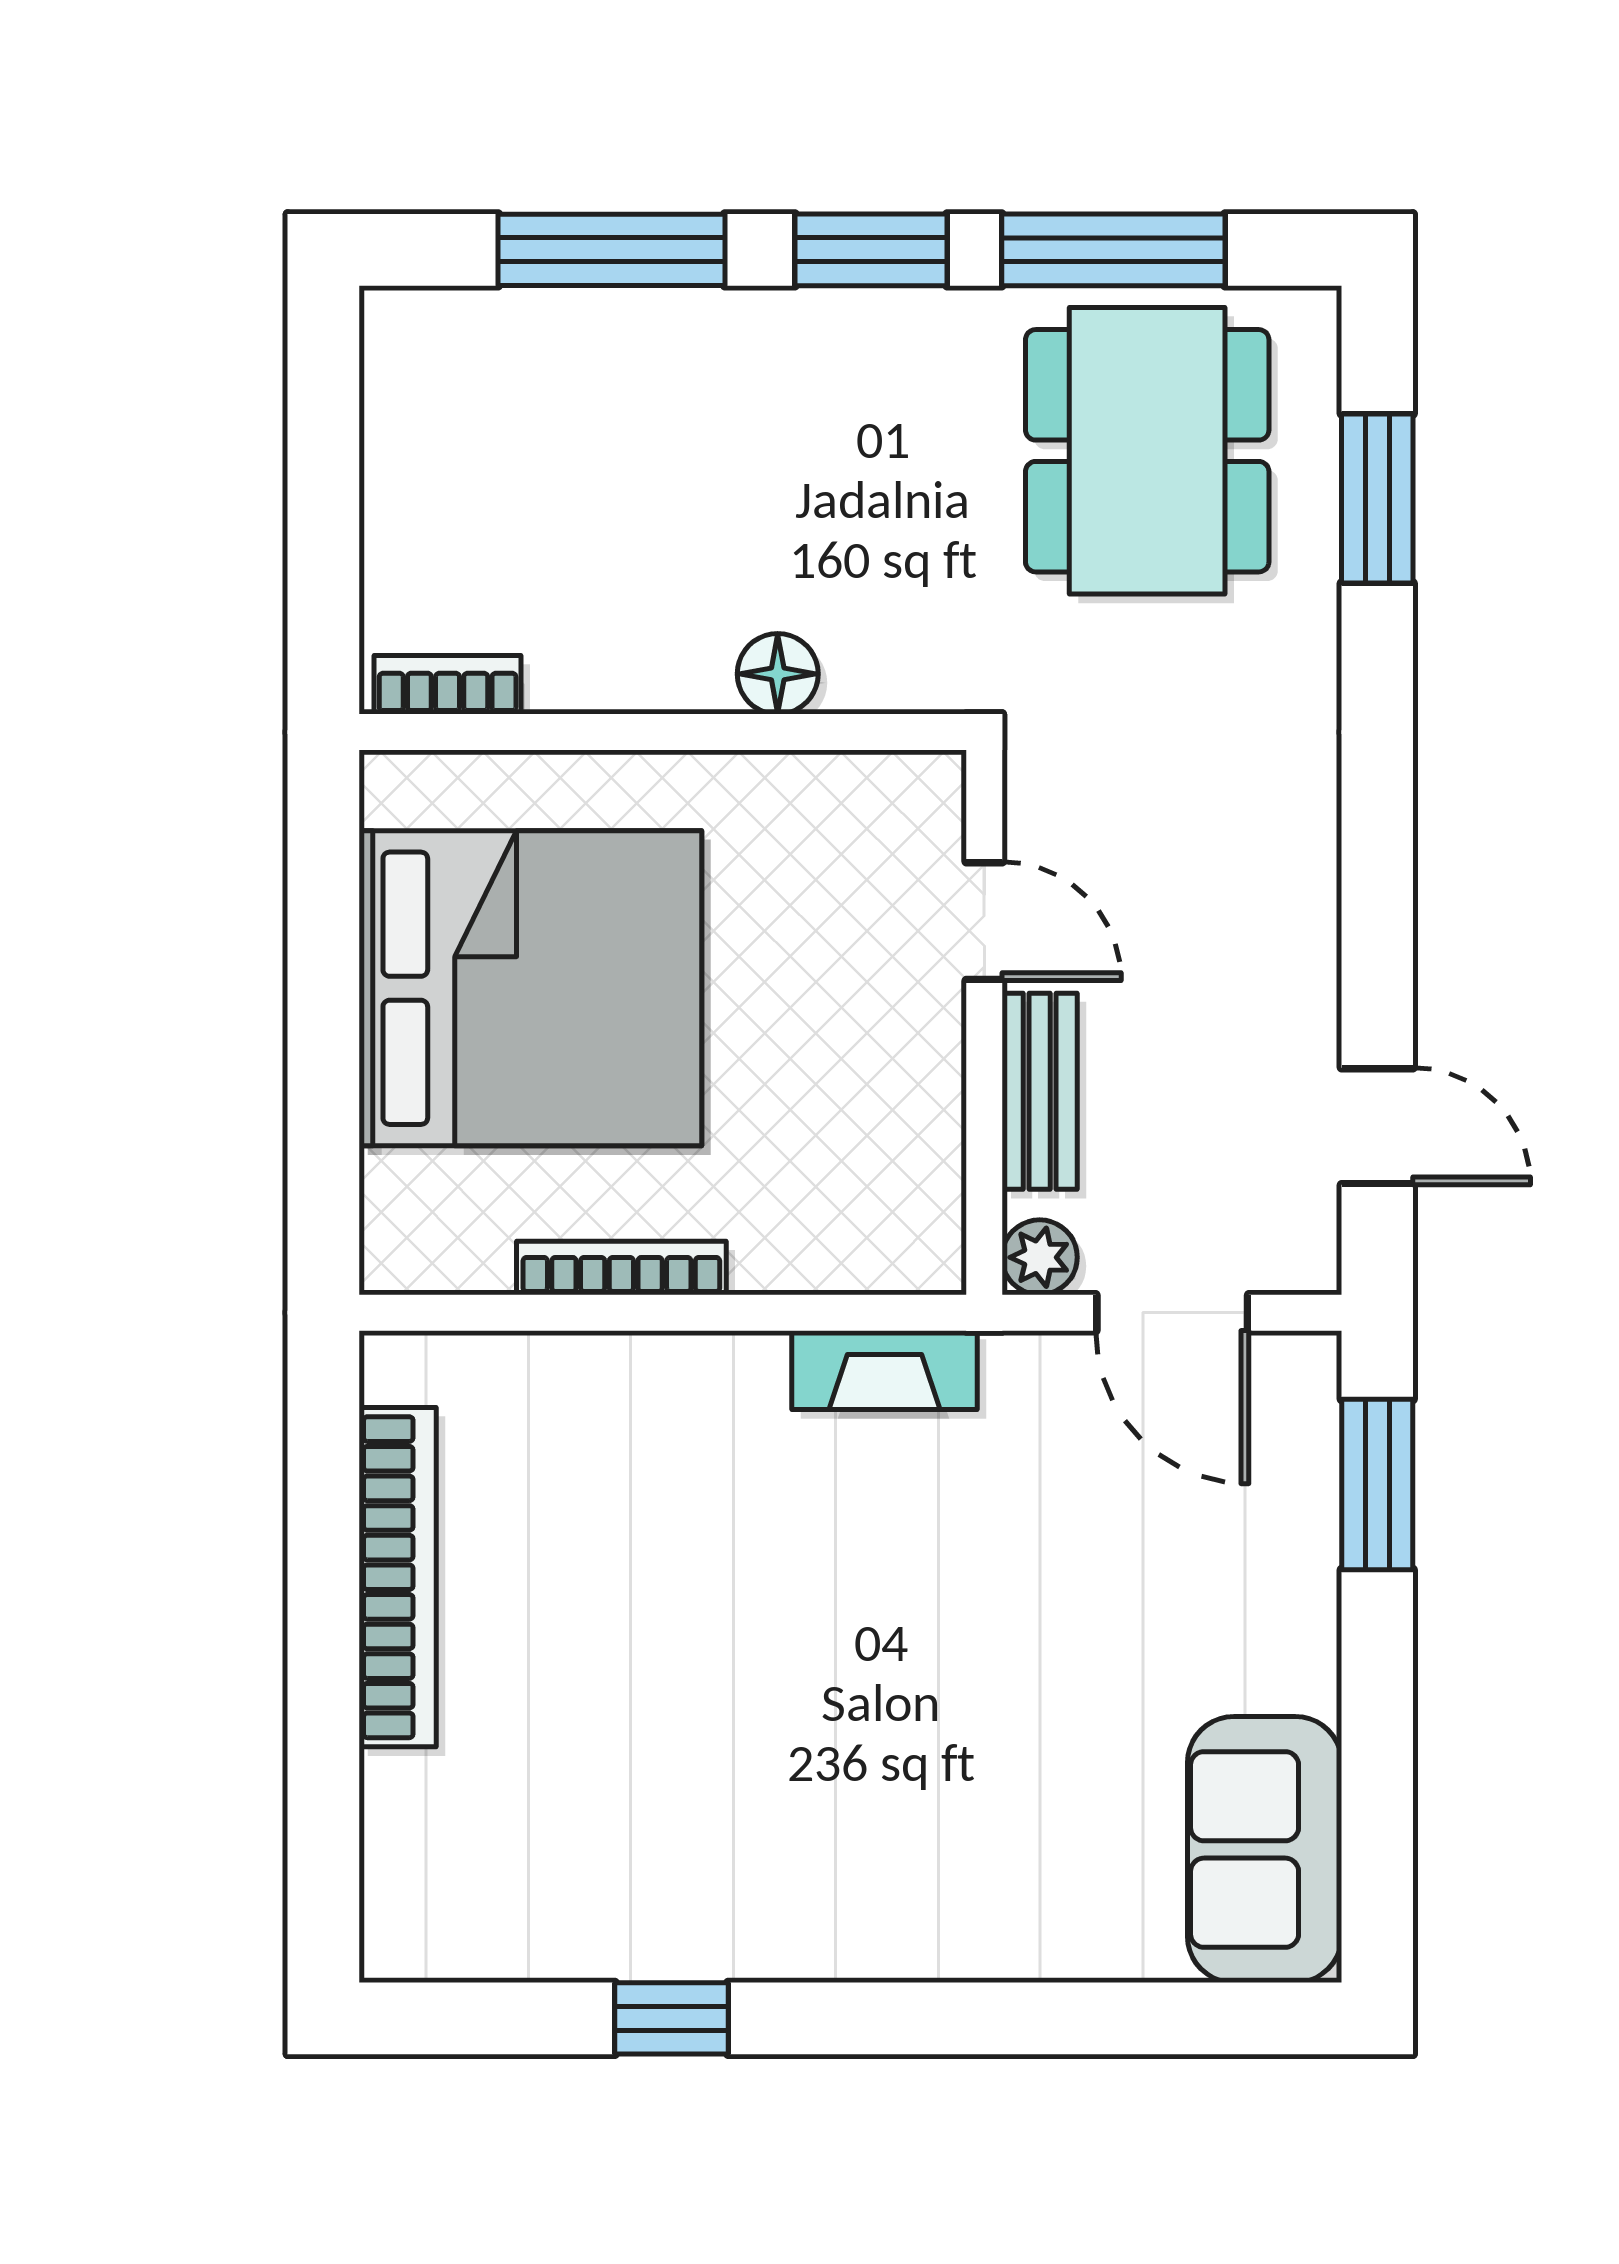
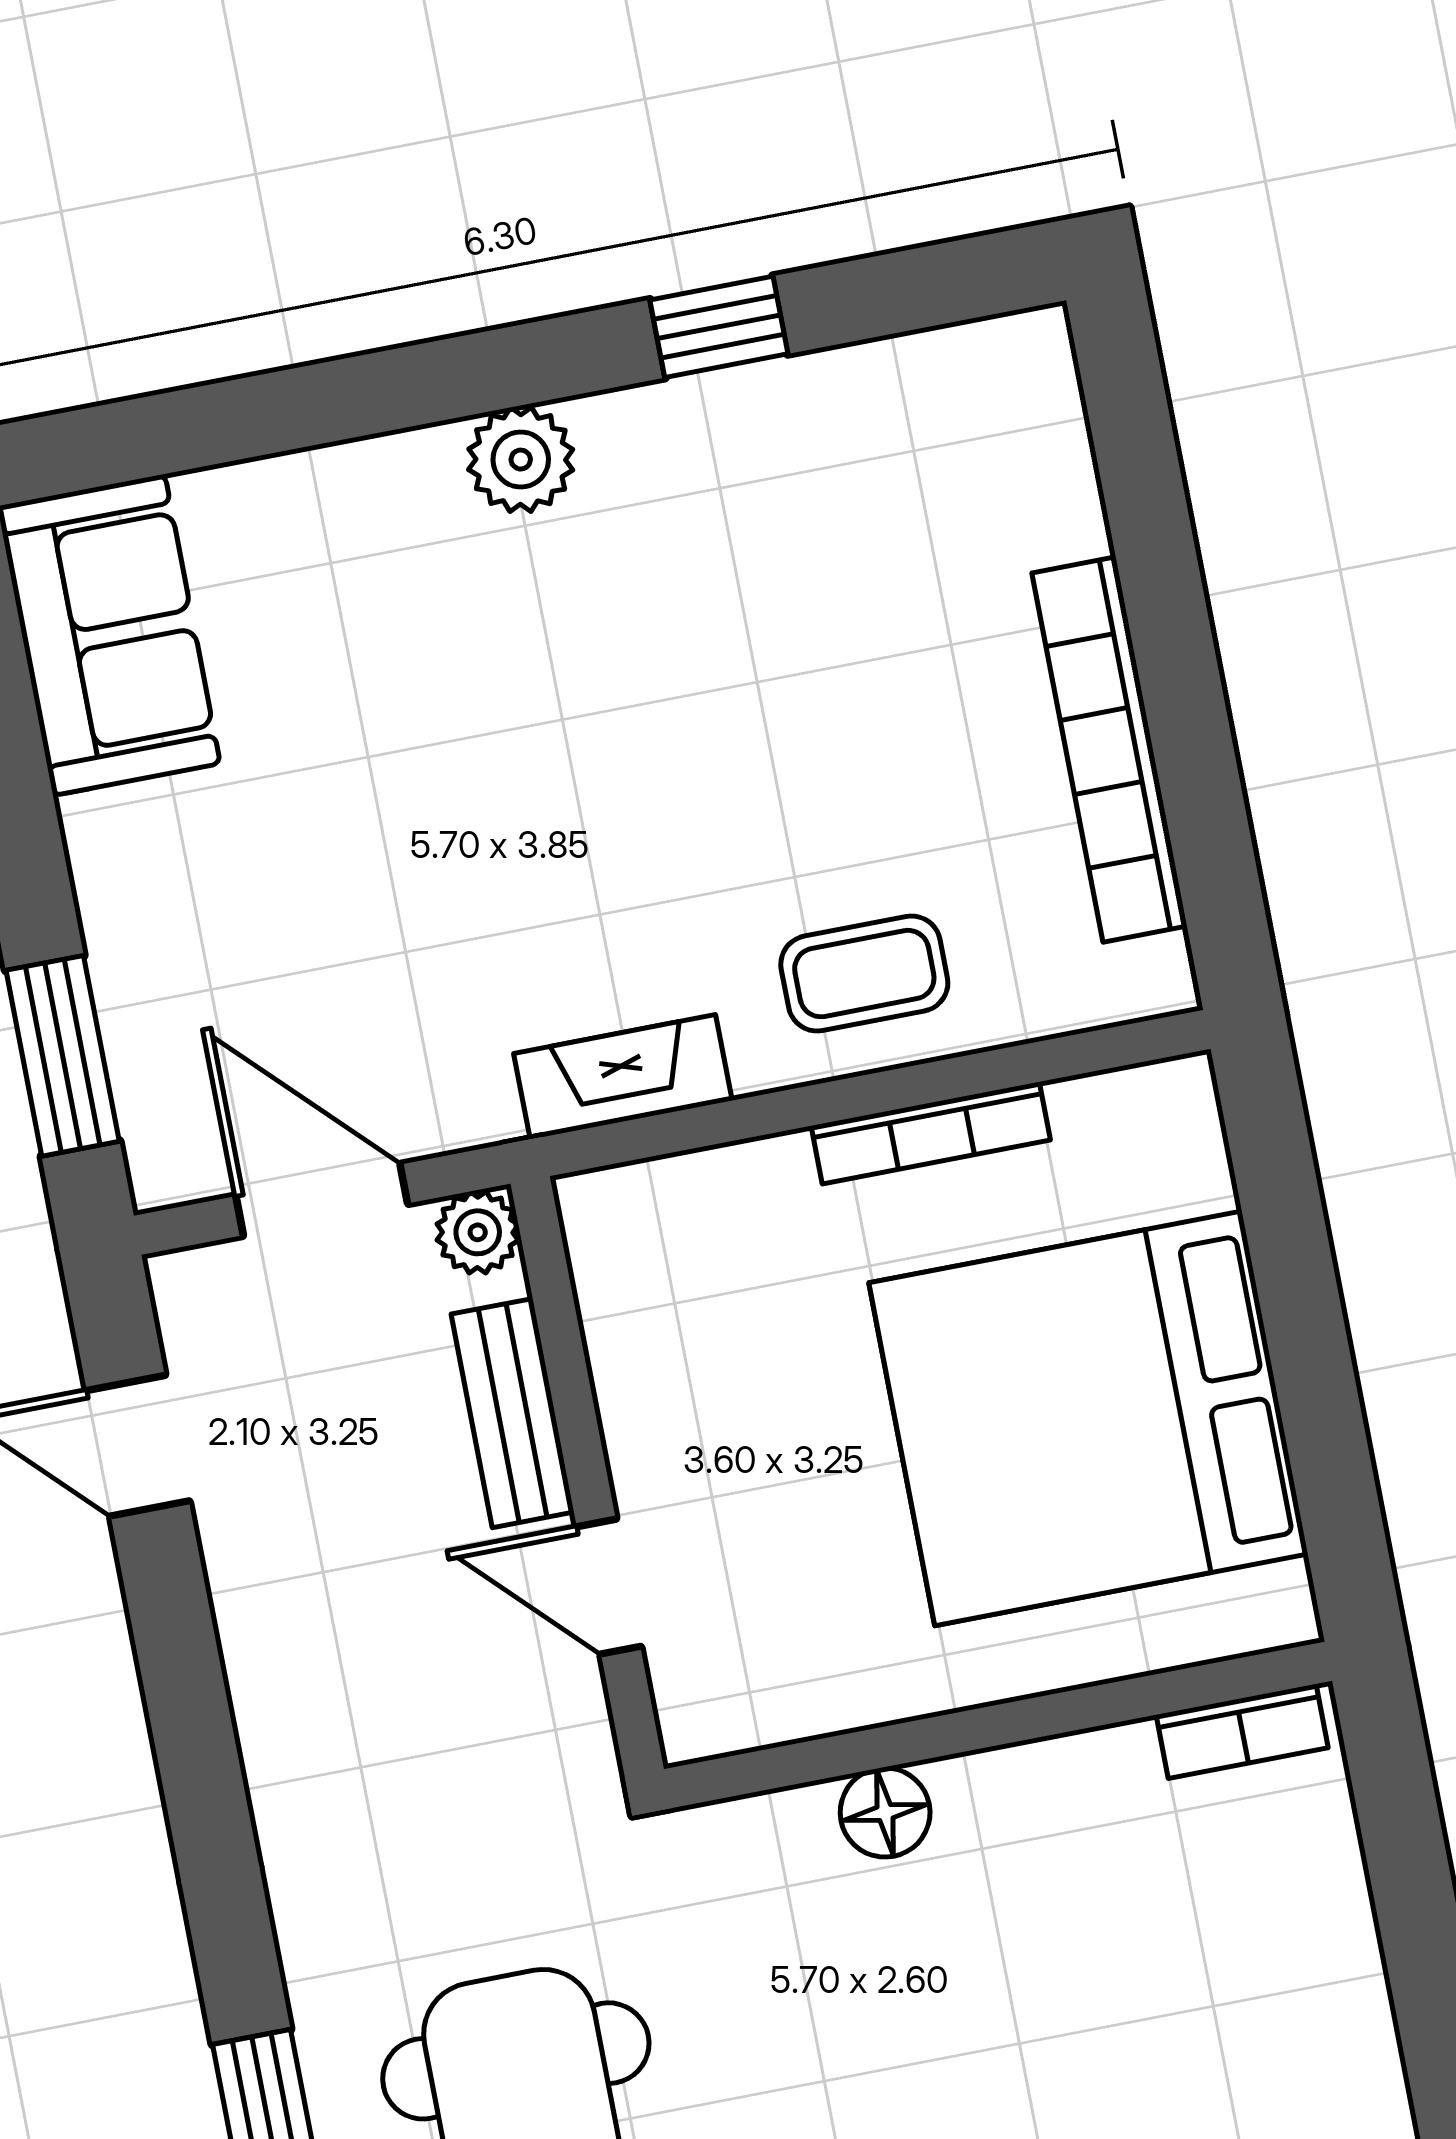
coffee table: (653, 1421) -> (864, 974), added
plant: (870, 1935) -> (521, 460), added

